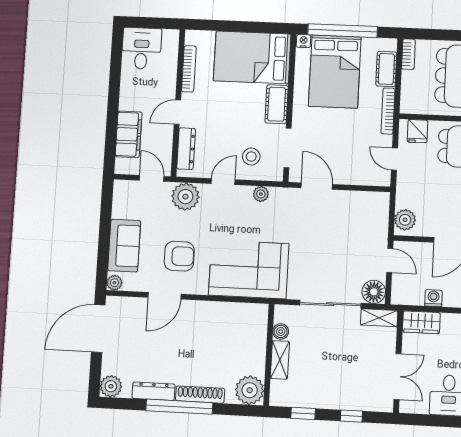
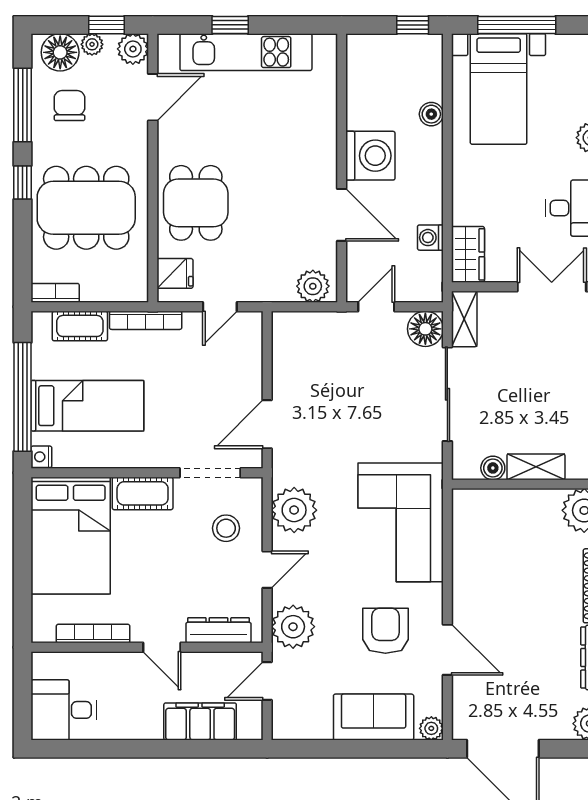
bed: (335, 72) -> (87, 406), width x0.67
door: (223, 182) -> (267, 570), swing flipped
plant: (261, 194) -> (294, 510), width x1.88, depth x1.88

